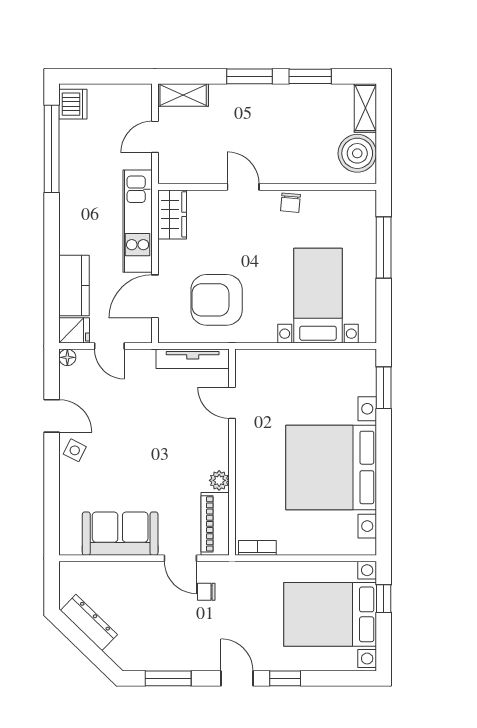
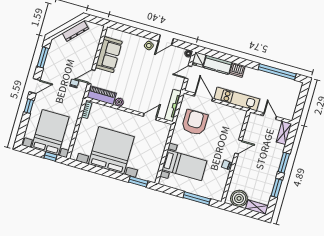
dishwasher: (73, 104) -> (237, 70), moved
wardrobe: (172, 214) -> (235, 114), removed

